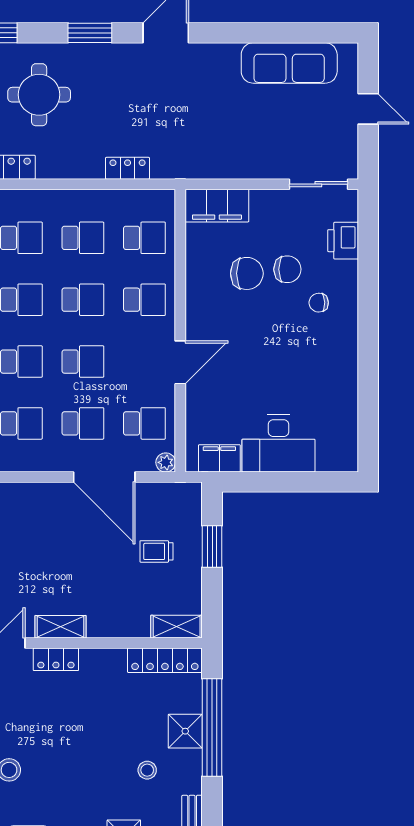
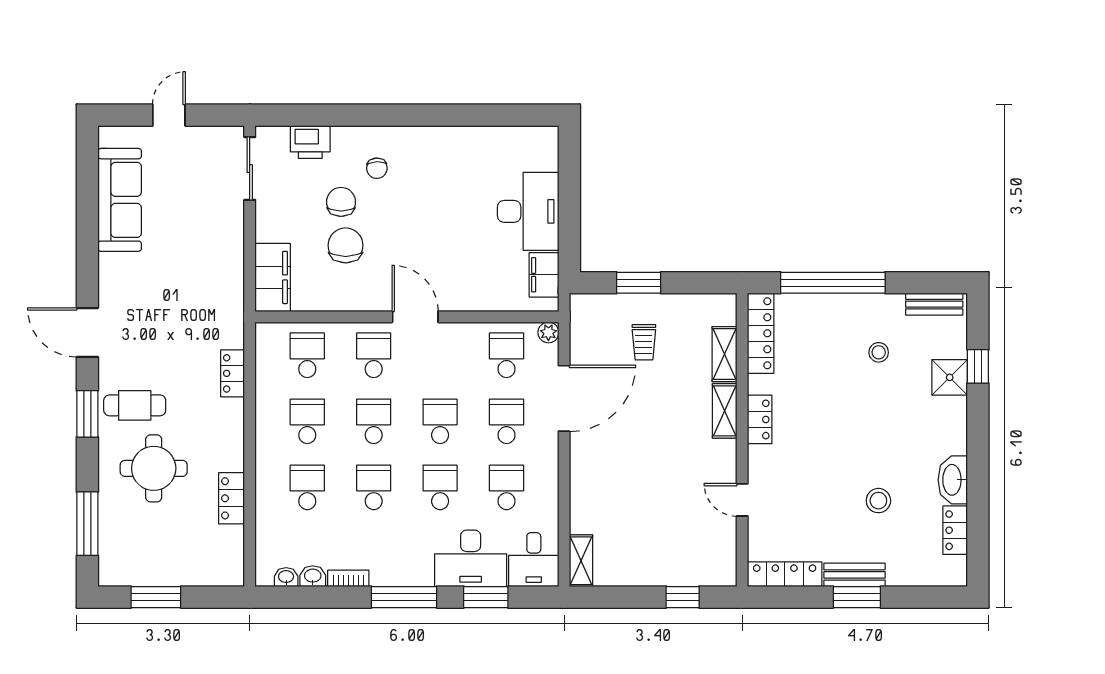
cafe table: (98, 77) -> (135, 405), added
door: (180, 362) -> (415, 317), moved
shelving: (61, 627) -> (725, 411), moved
shelving: (177, 627) -> (725, 354), moved
locker: (56, 659) -> (760, 419), moved
shower: (185, 731) -> (837, 311), removed

